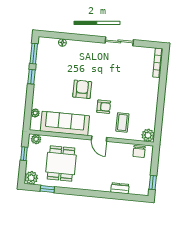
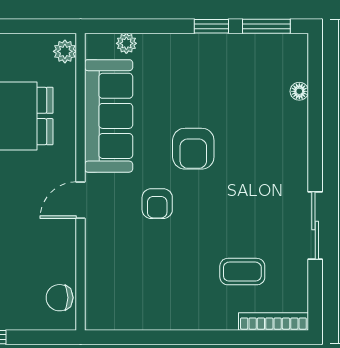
armchair: (82, 89) -> (193, 149), turned 90
coffee table: (122, 122) -> (242, 272), moved
plant: (148, 135) -> (100, 315), removed
window: (24, 154) -> (28, 26), removed

